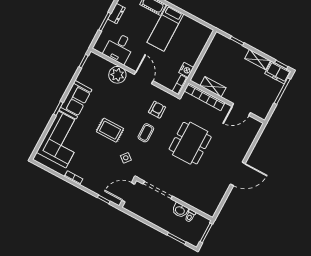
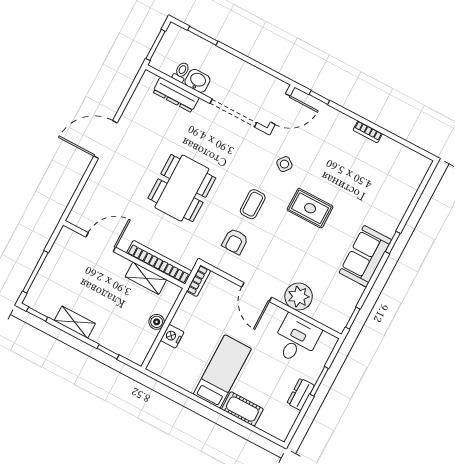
boiler: (206, 59) -> (157, 322), added
nightstand: (186, 70) -> (172, 336), moved
freezer: (278, 73) -> (42, 301), removed
corner sofa: (62, 140) -> (386, 193), removed
dresser: (194, 202) -> (176, 95), added

